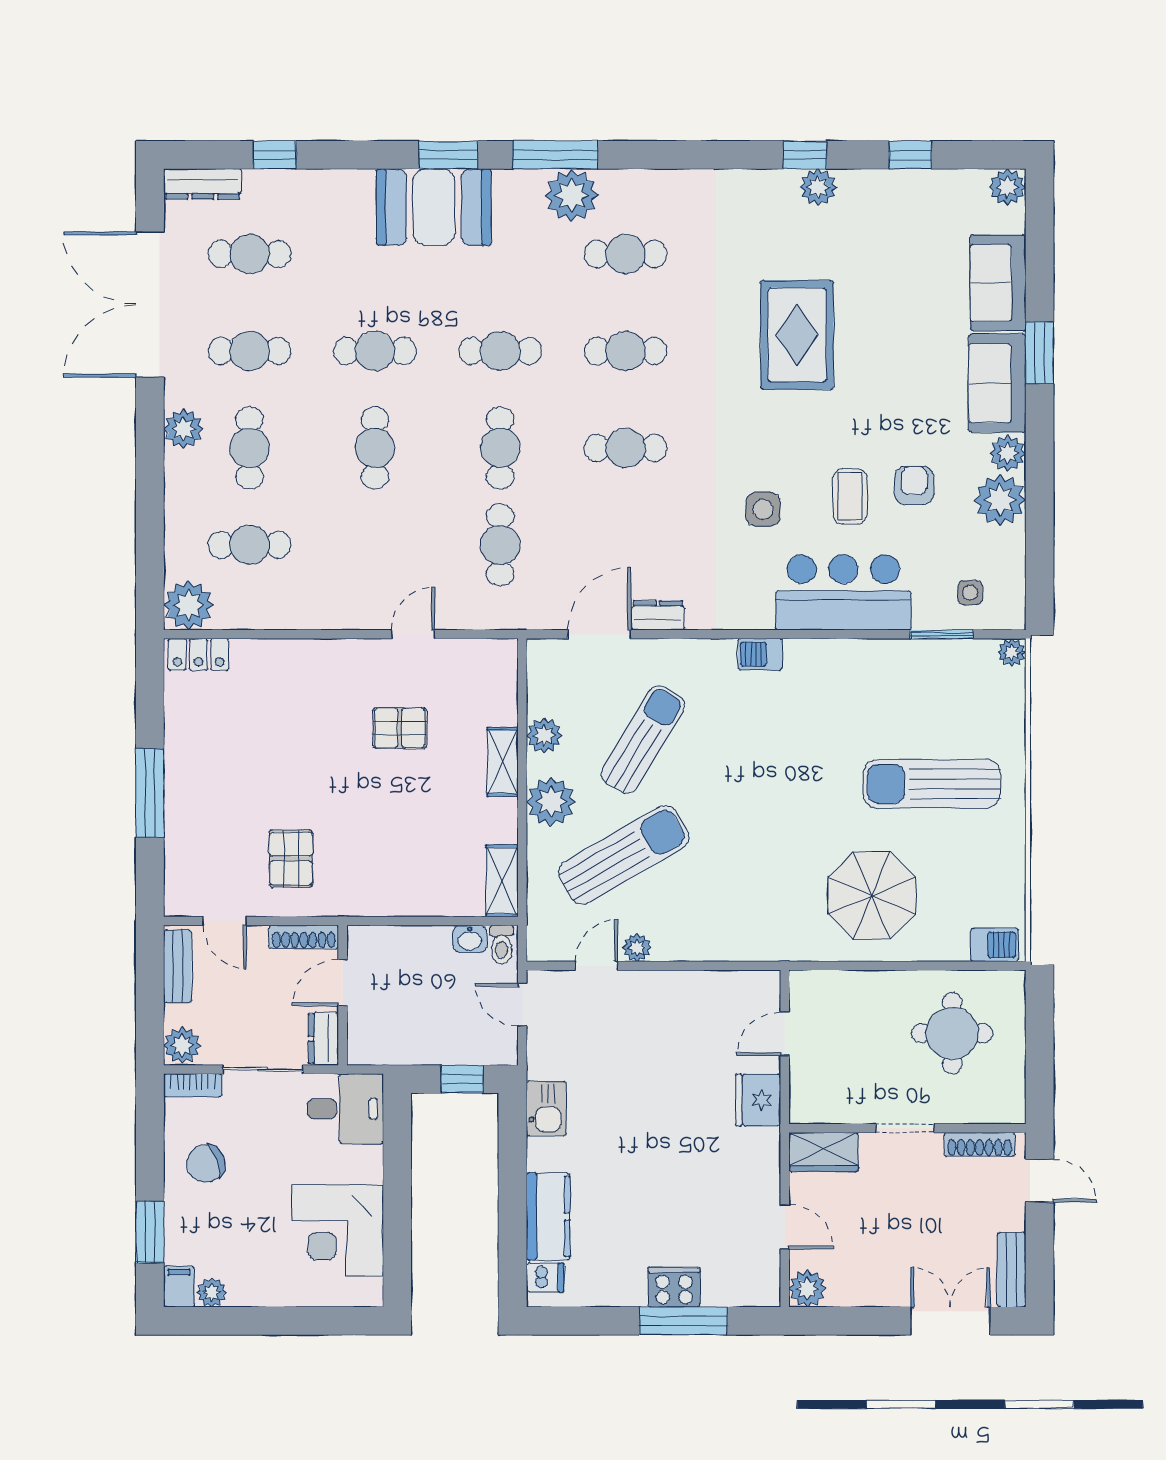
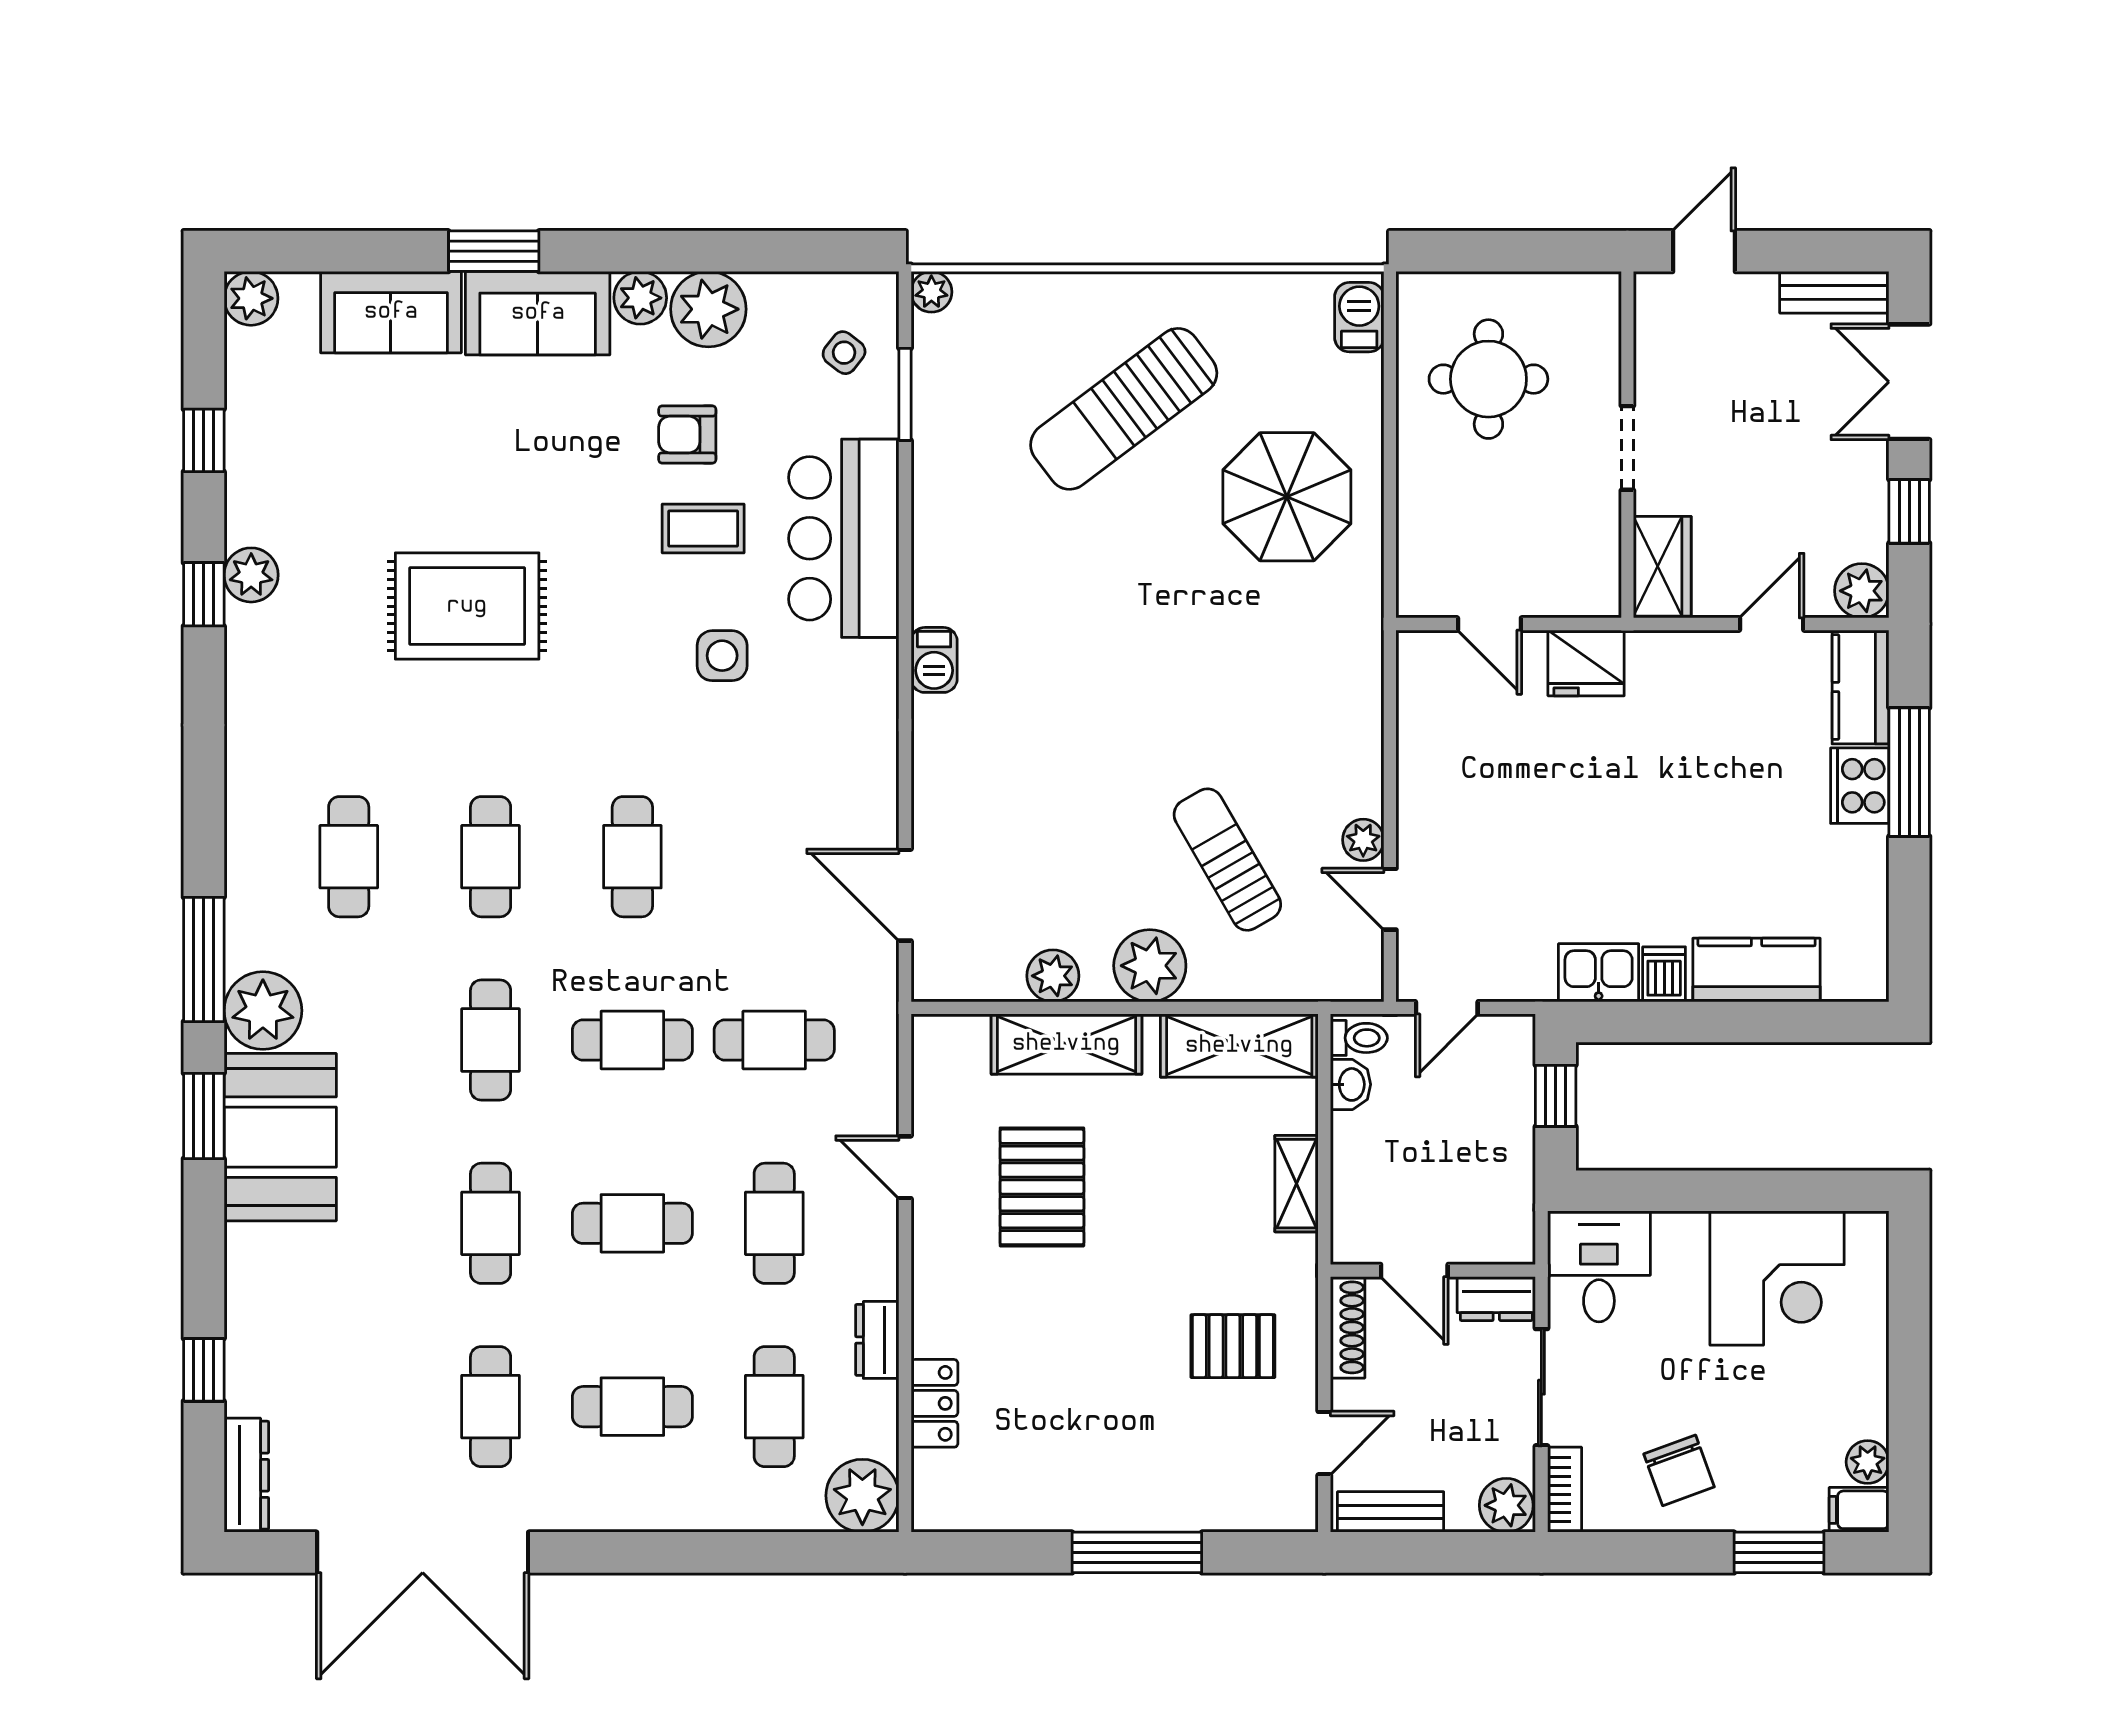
plant: (572, 195) -> (263, 1011), moved
cafe table: (250, 254) -> (774, 1223), moved
plant: (183, 429) -> (604, 1503), removed
side table: (970, 593) -> (844, 353), turned 38
dresser: (658, 615) -> (877, 1340), moved
locker: (198, 654) -> (934, 1403), moved
pallet: (400, 728) -> (1042, 1187), width x1.50, depth x1.42
sun lounger: (643, 740) -> (1059, 831), removed
shelving: (503, 762) -> (1066, 1044), width x1.50, depth x1.33
sun lounger: (932, 784) -> (1124, 409), turned 53
sun lounger: (624, 855) -> (1227, 860), width x0.73, depth x0.75
shelving: (502, 881) -> (1239, 1046), width x1.50, depth x1.33
shelving: (402, 902) -> (1296, 1184), added
shoe rack: (980, 1144) -> (1651, 339), removed
dishwasher: (545, 1277) -> (1664, 974), moved
kitchen counter: (742, 1288) -> (1861, 687), added
window: (862, 1321) -> (1909, 511), added

